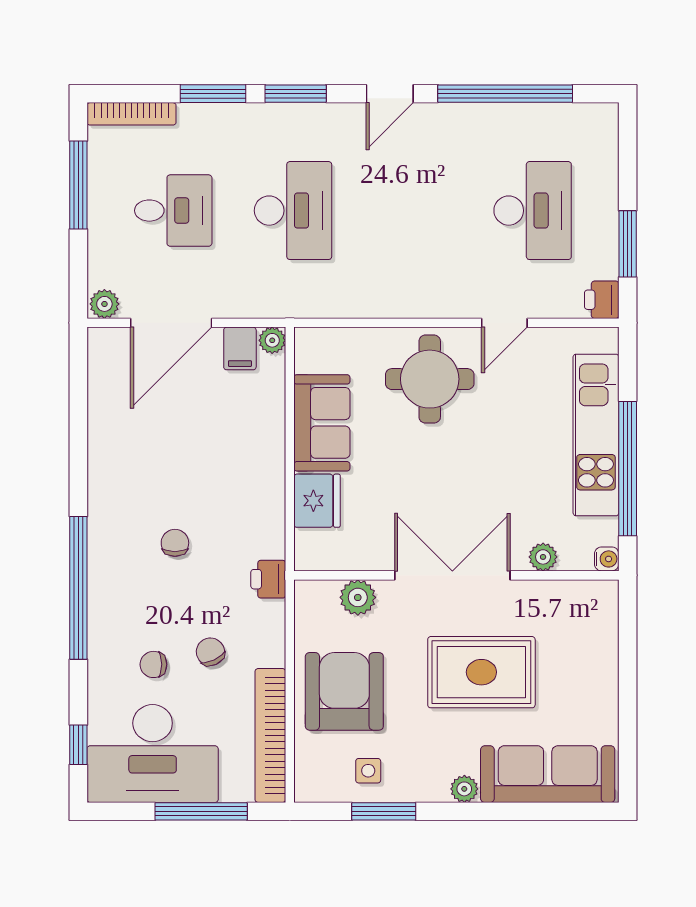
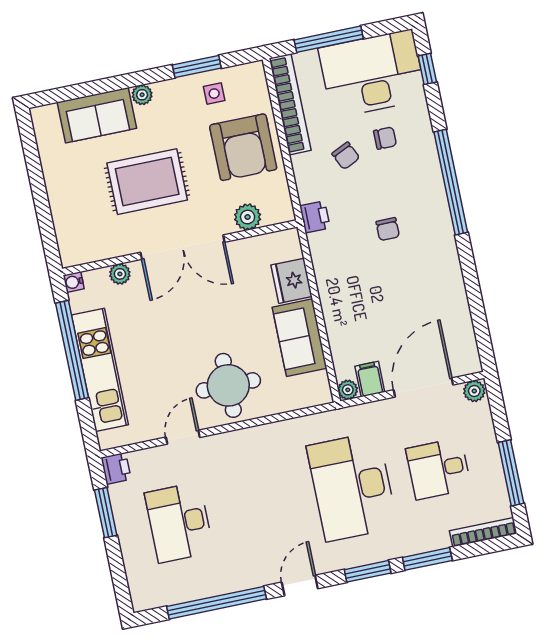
desk: (293, 211) -> (352, 487), width x1.36, depth x1.30
sofa: (548, 774) -> (97, 115), width x0.73

